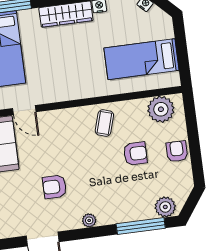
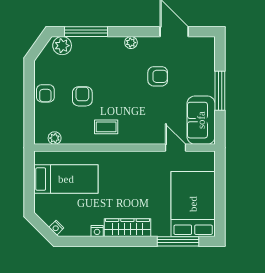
plant: (161, 109) -> (55, 138), width x0.53, depth x0.53
coffee table: (104, 123) -> (106, 127), turned 73
armchair: (135, 153) -> (82, 96), turned 90

